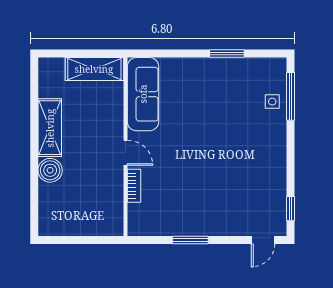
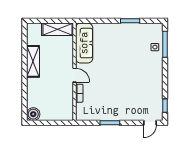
boiler: (50, 170) -> (33, 114), moved

